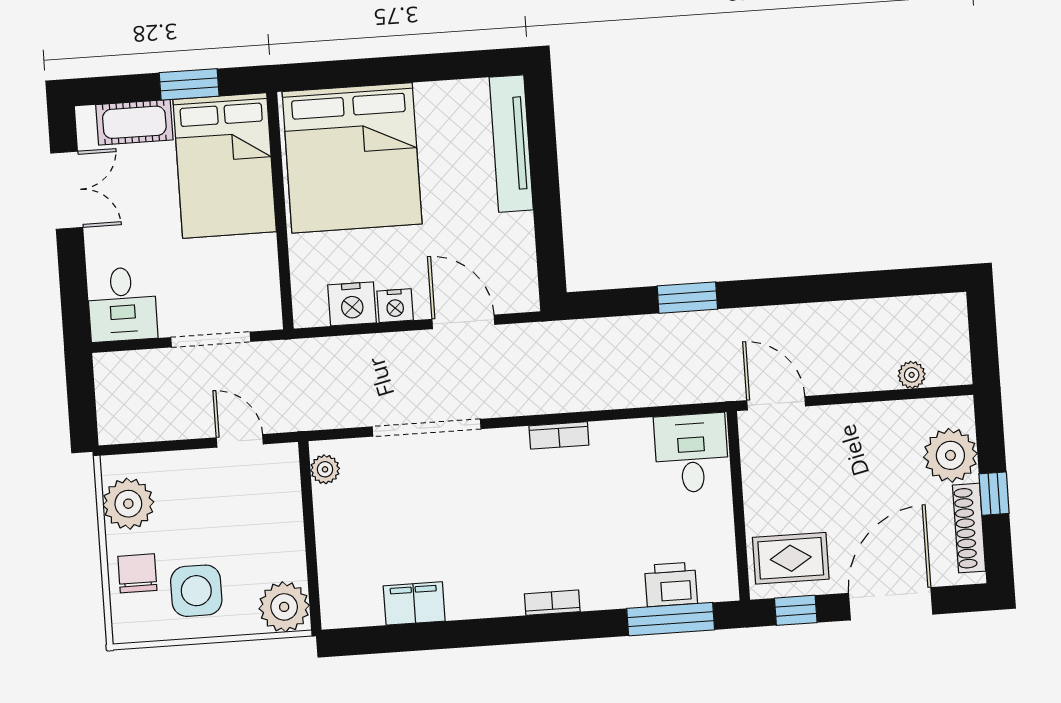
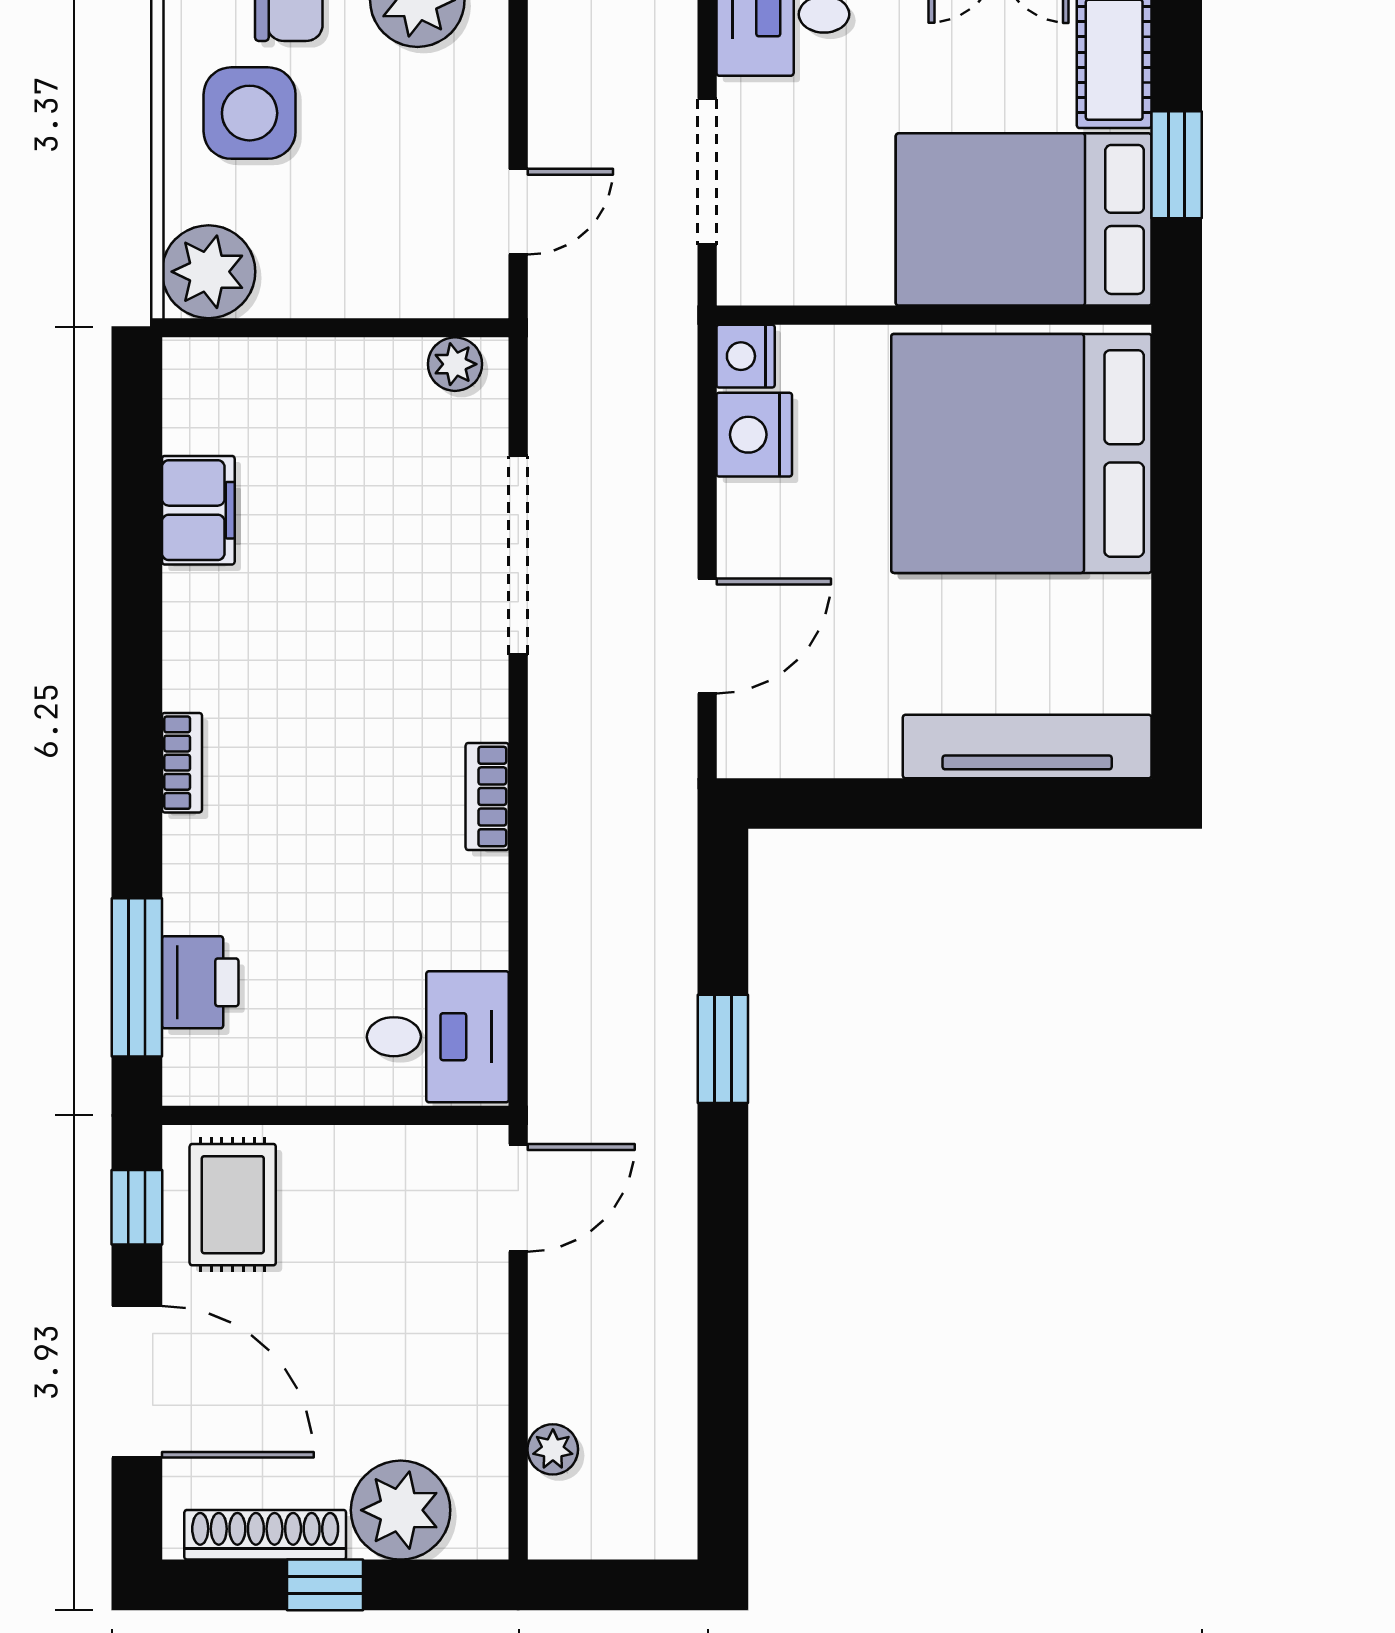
nightstand: (395, 306) -> (746, 356), moved

